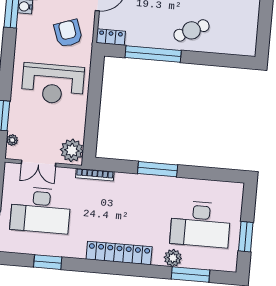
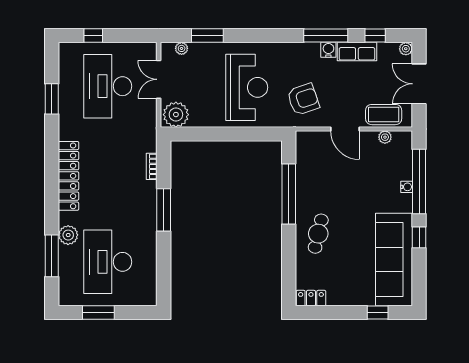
cafe table: (191, 30) -> (318, 234), turned 40
locker: (111, 37) -> (311, 298), moved, turned -90
reception desk: (53, 84) -> (247, 87), turned 180
bookcase: (95, 175) -> (152, 166), moved, width x0.64

